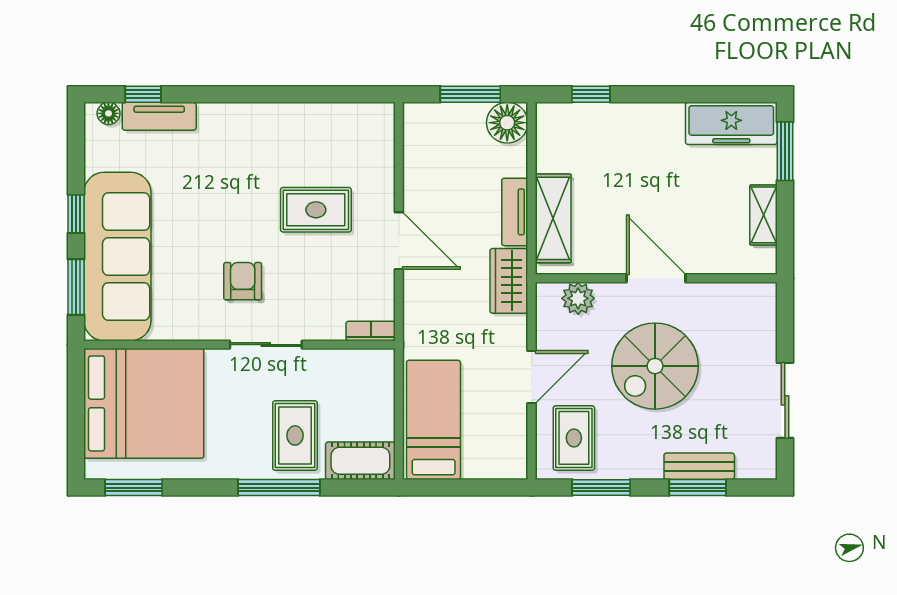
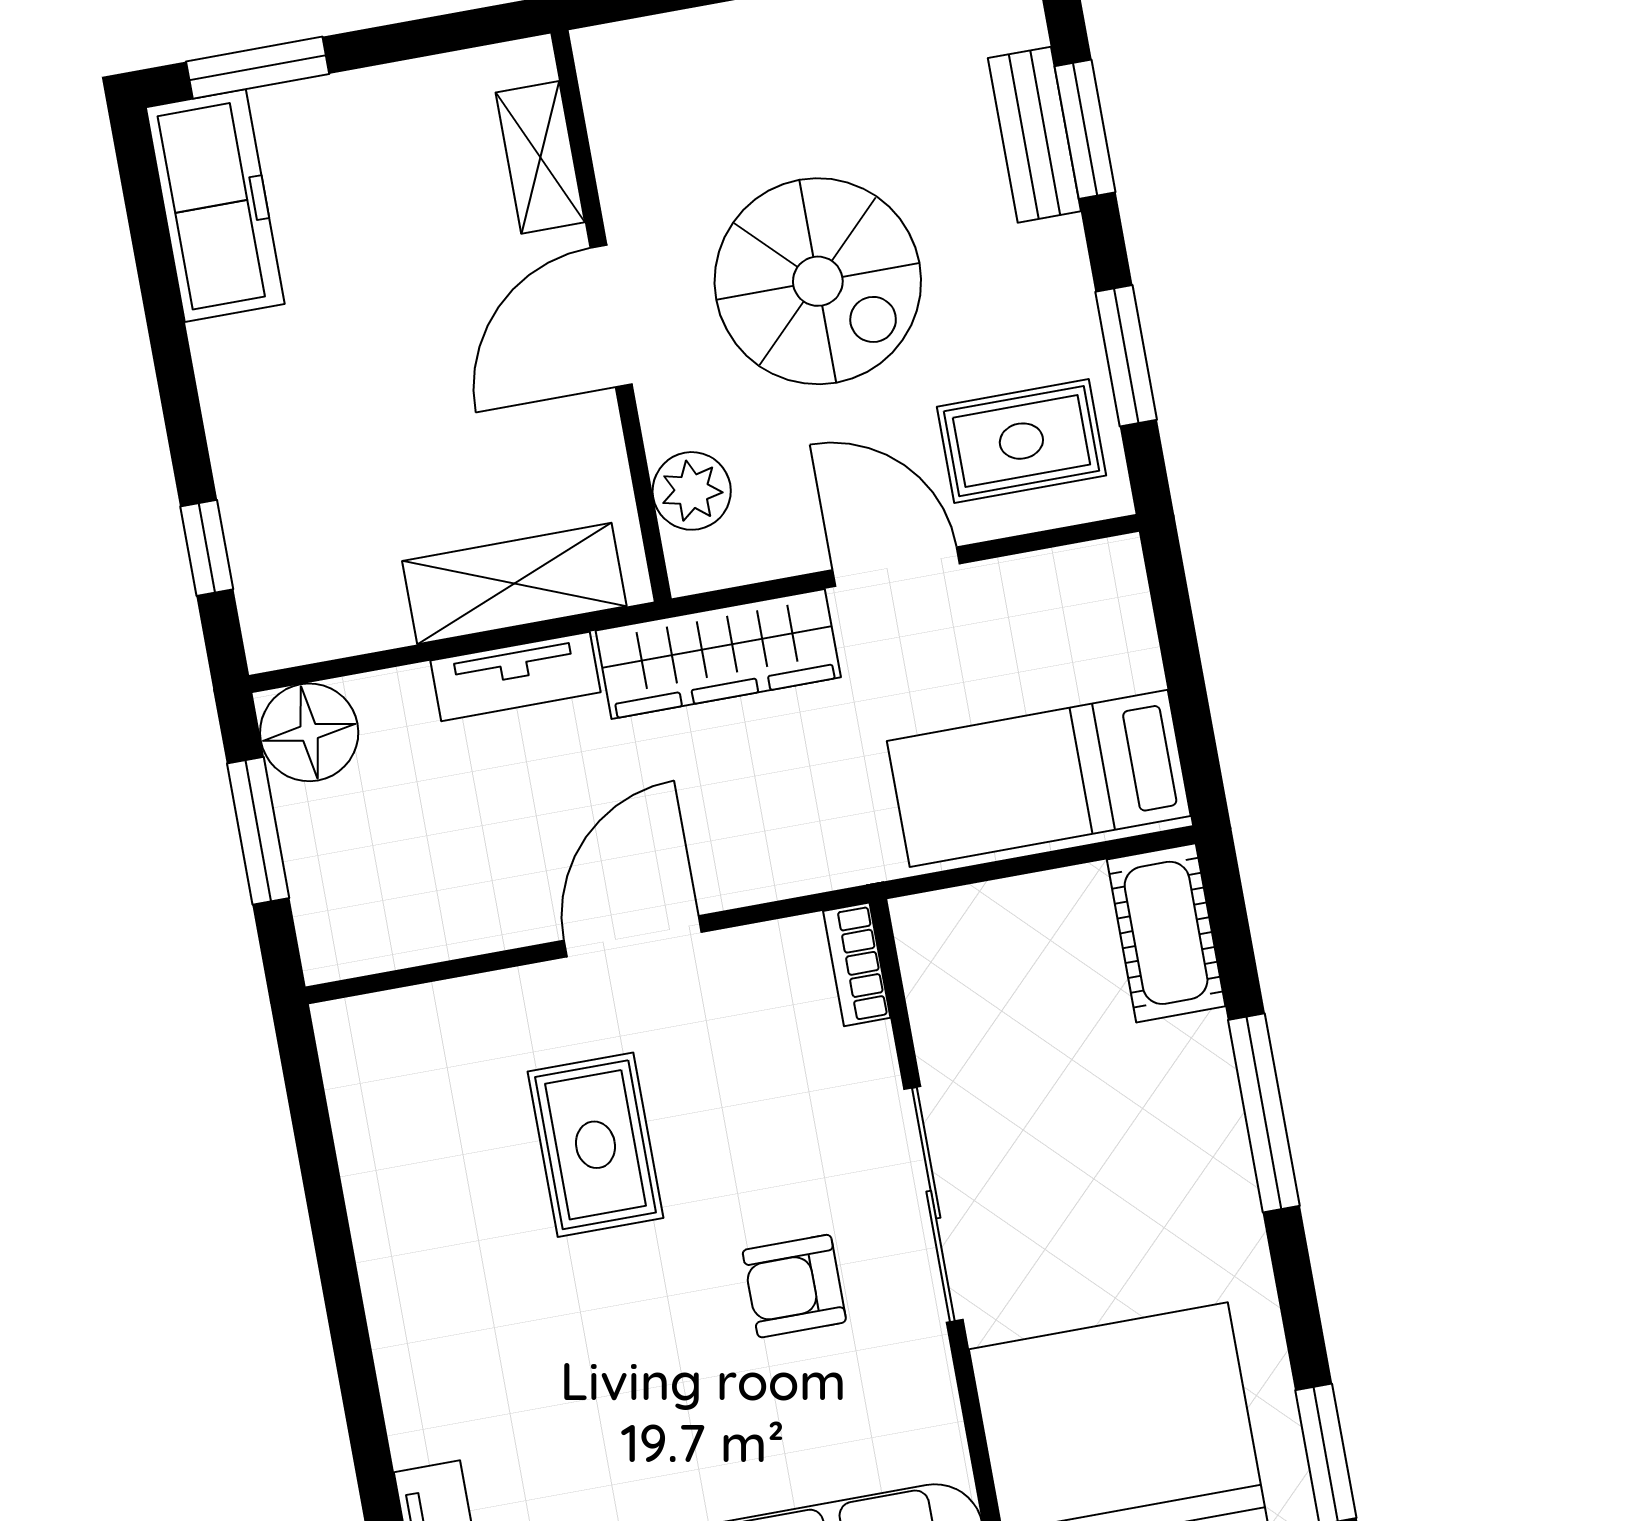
shelving: (764, 215) -> (540, 157), moved, turned 90
wardrobe: (509, 281) -> (718, 654), width x1.50
sliding door: (266, 345) -> (933, 1205), width x1.37
rug: (295, 435) -> (1135, 1097), removed

